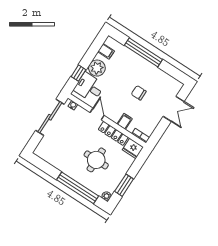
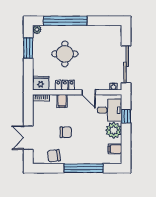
chair: (162, 79) -> (54, 156), added
locker: (113, 133) -> (65, 85), width x0.66

